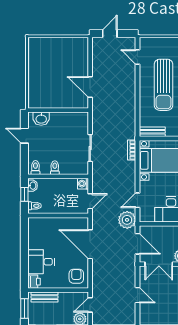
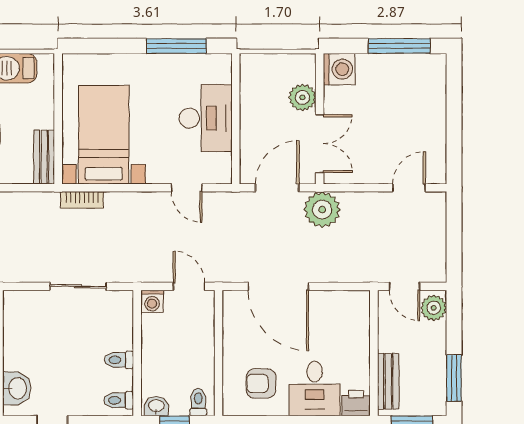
plant: (127, 220) -> (322, 210), moved
door: (90, 244) -> (278, 286), hinge flipped
armchair: (76, 276) -> (261, 383), moved
door: (138, 295) -> (409, 188), moved

